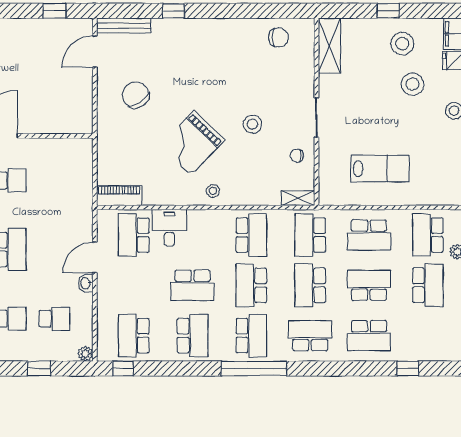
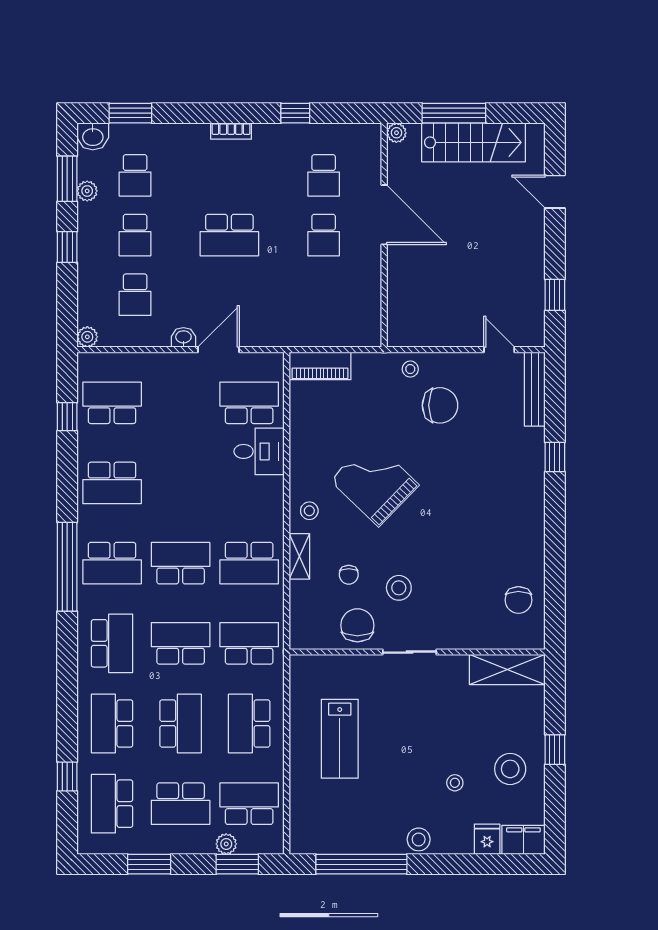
door: (95, 52) -> (499, 350), width x0.73
stool: (412, 84) -> (455, 783), width x0.53, depth x0.53
chair: (136, 95) -> (440, 405), turned 33
stool: (109, 117) -> (410, 369), added
stool: (252, 124) -> (399, 588), moved
chair: (297, 156) -> (357, 625), width x1.87, depth x1.87
chair: (260, 162) -> (349, 575), added
piano: (119, 196) -> (320, 366), moved, turned 90
shelving: (298, 198) -> (299, 556), moved
door: (95, 257) -> (219, 350), hinge flipped
school desk: (193, 285) -> (112, 804), moved
window: (39, 368) -> (67, 247), moved
window: (123, 368) -> (67, 417), moved

